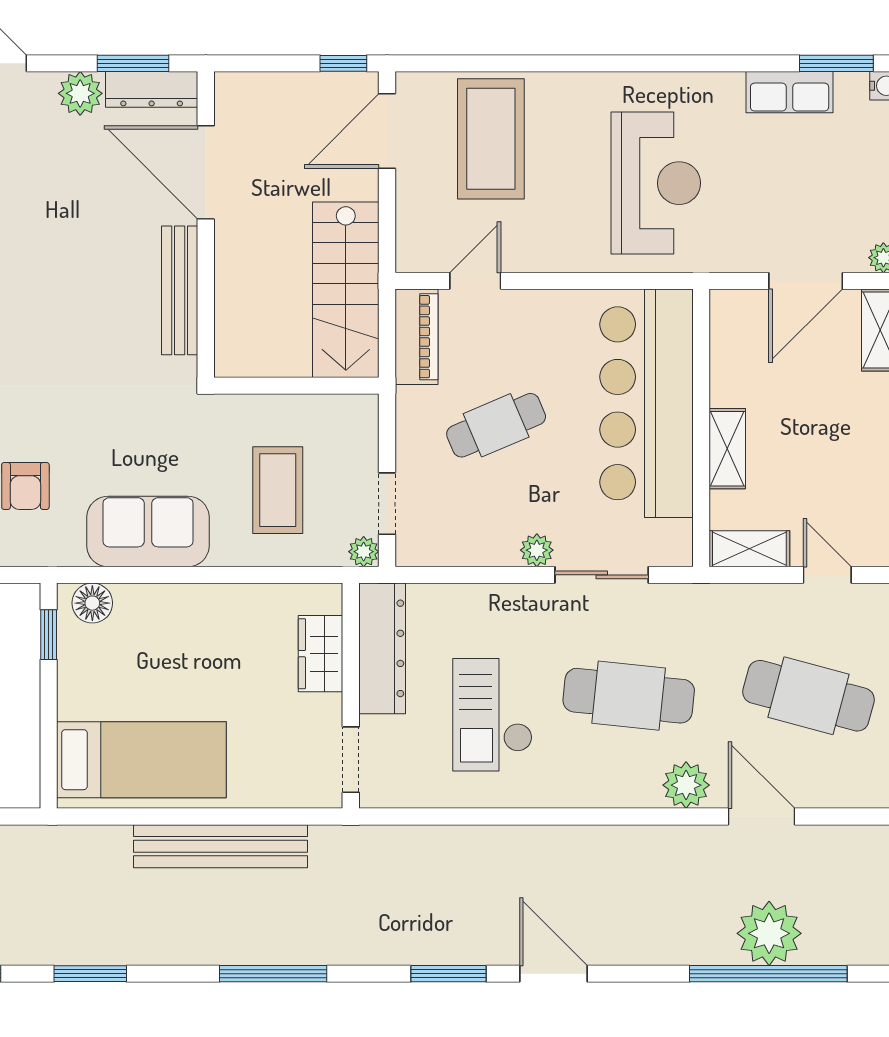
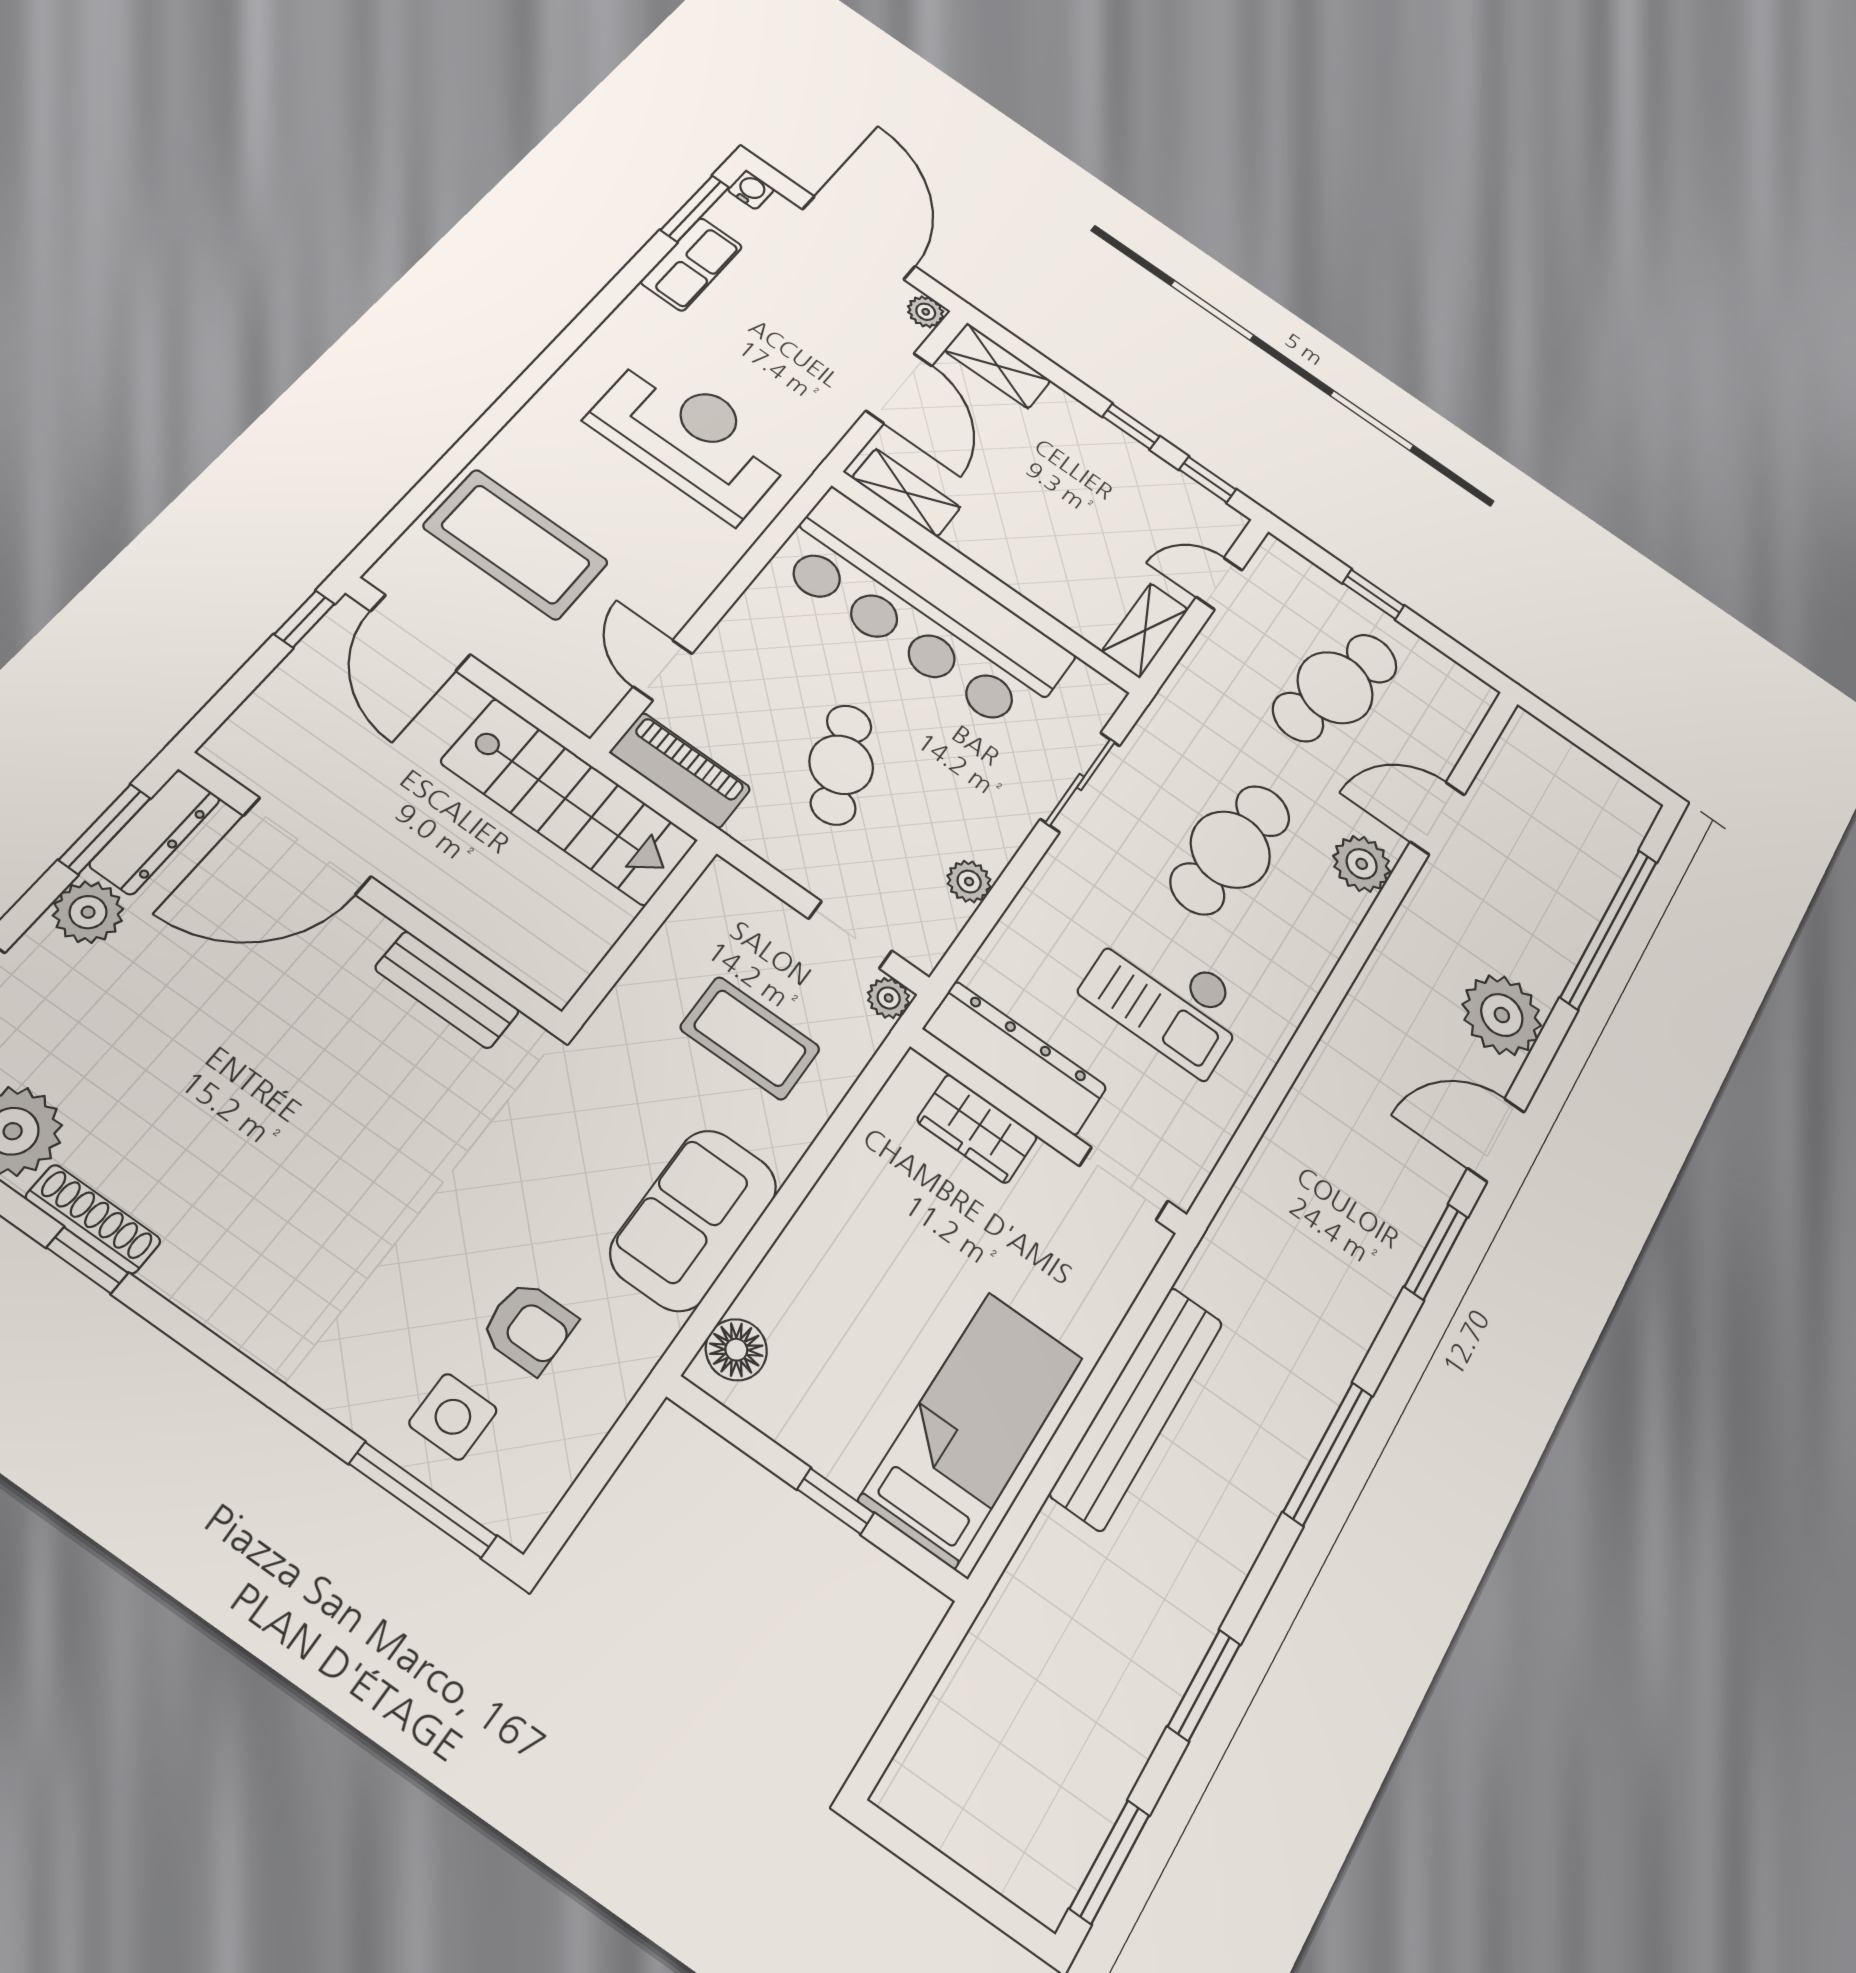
bench: (180, 290) -> (447, 990), width x0.73
shelving: (727, 449) -> (906, 493), moved
plant: (537, 550) -> (969, 882), moved
window: (49, 635) -> (836, 1501), moved
plant: (769, 933) -> (1502, 1015), moved

